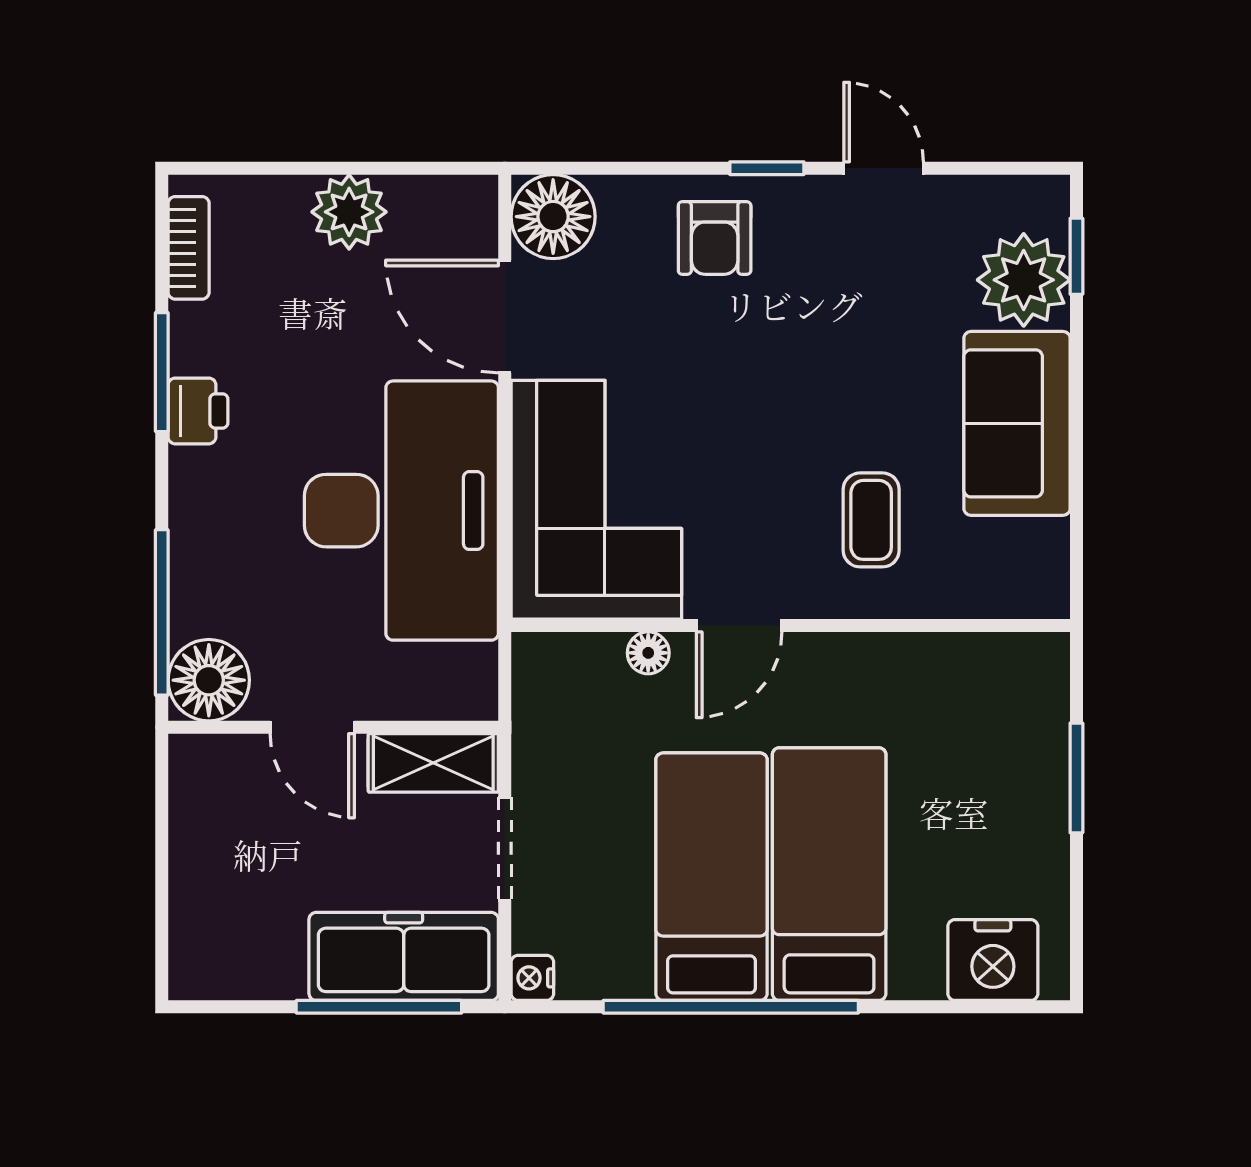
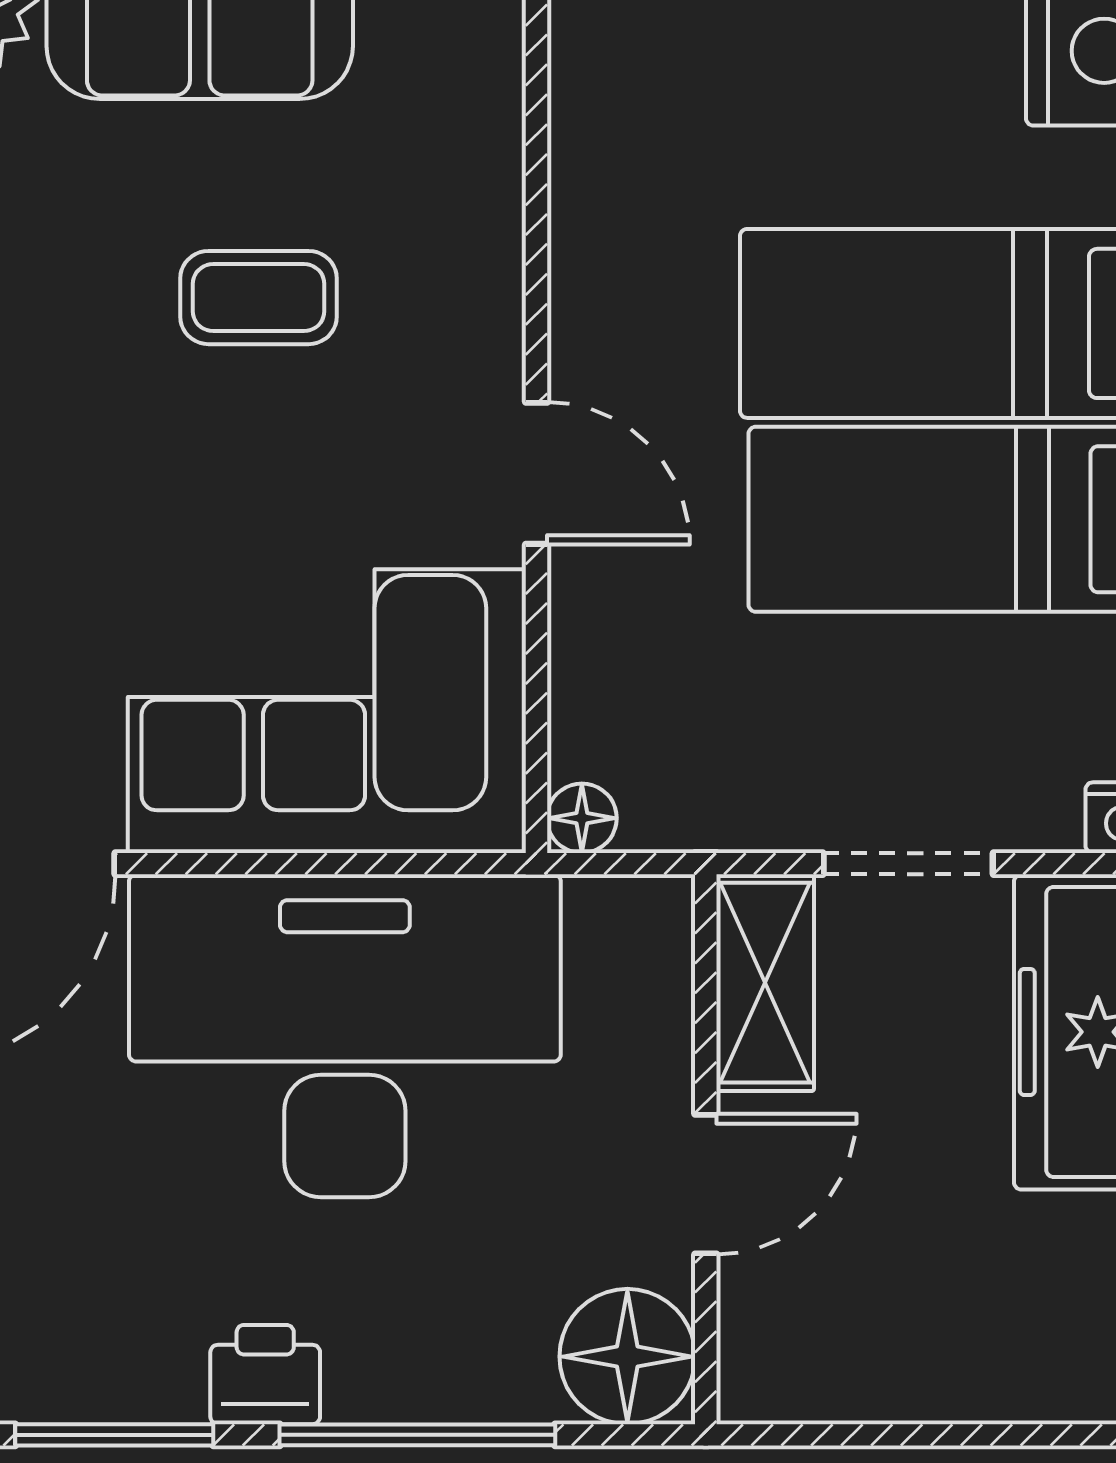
printer: (198, 411) -> (265, 1375), moved
coffee table: (871, 520) -> (259, 298), moved
window: (162, 612) -> (417, 1435), moved
floor lamp: (648, 653) -> (582, 818), moved

